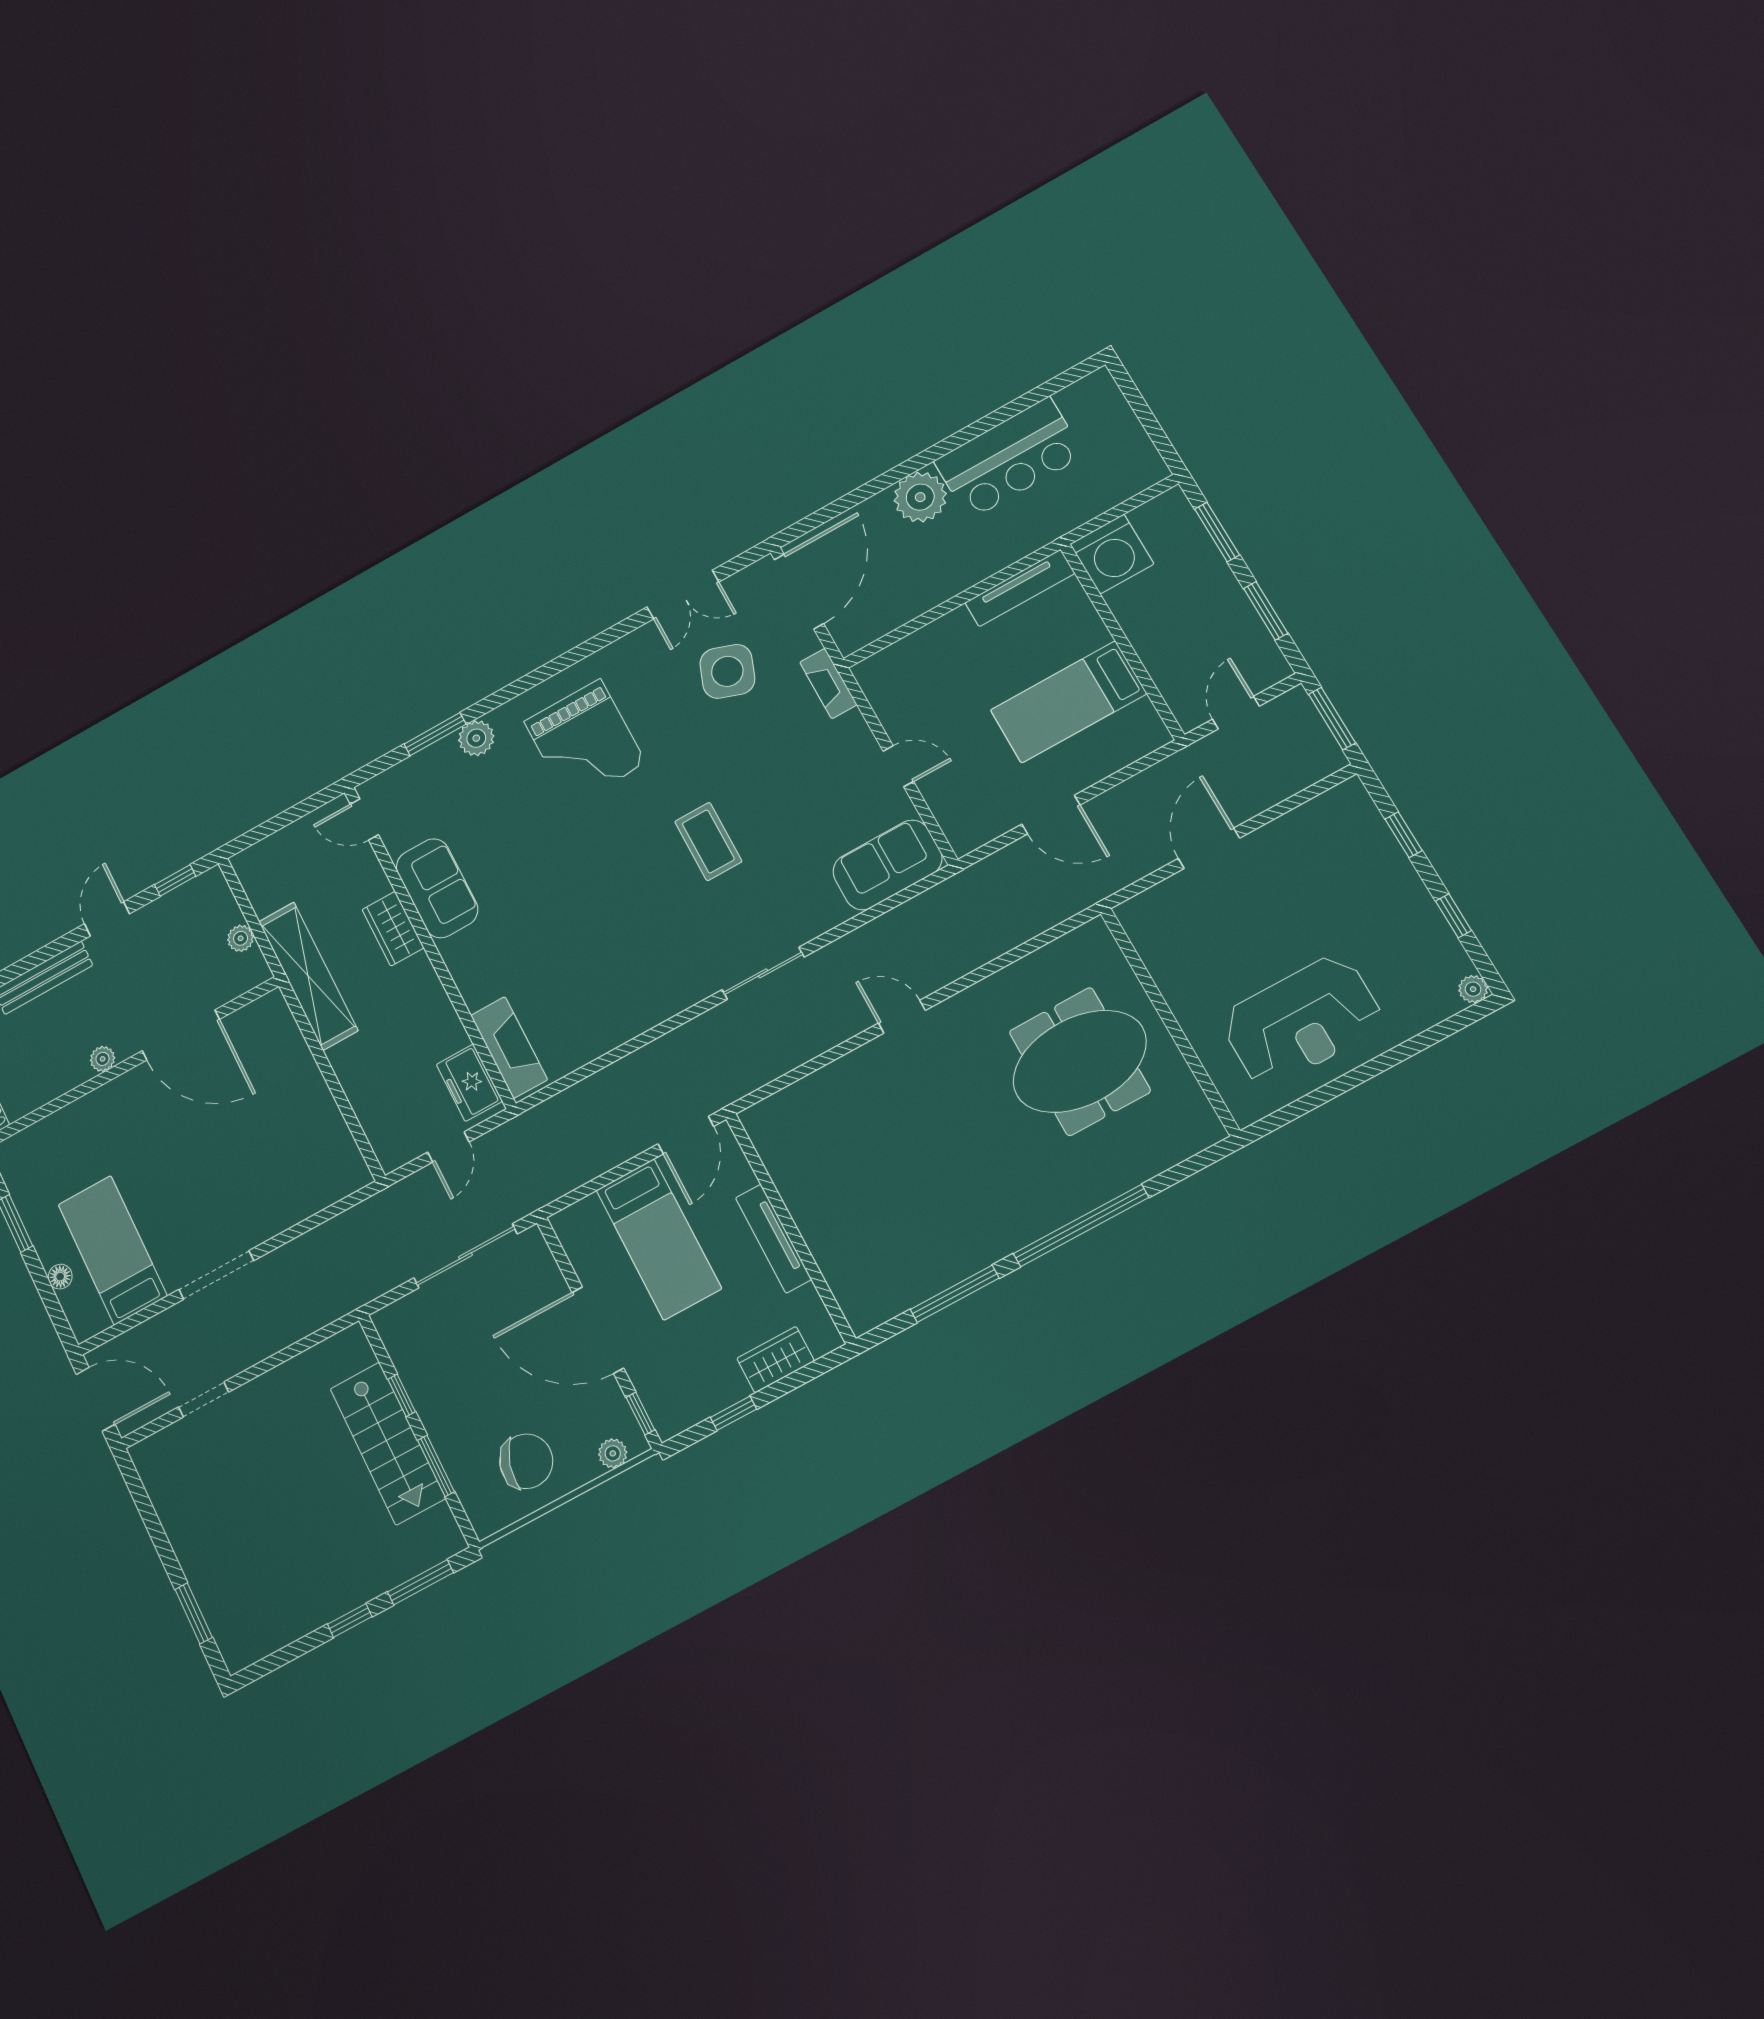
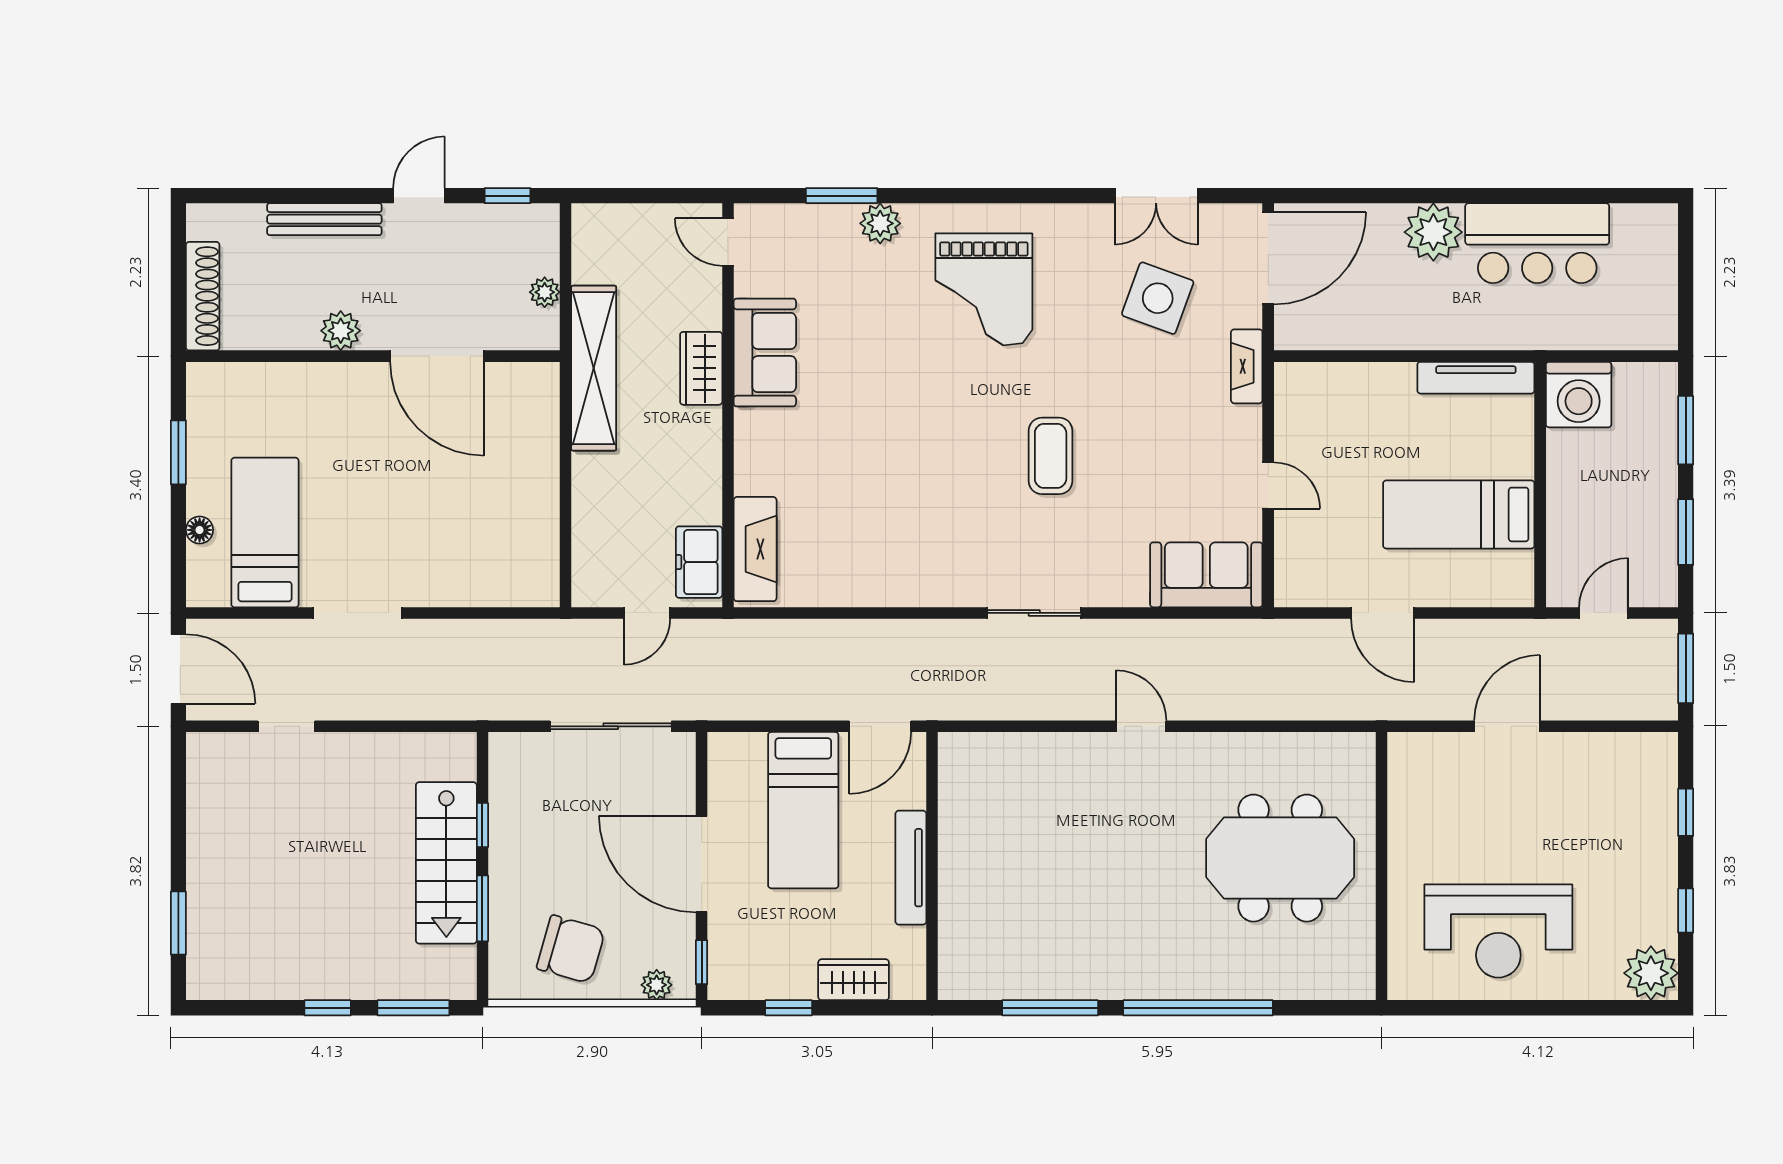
plant: (1473, 989) -> (1651, 973), width x1.88, depth x1.88
plant: (103, 1059) -> (341, 331), width x1.38, depth x1.38

